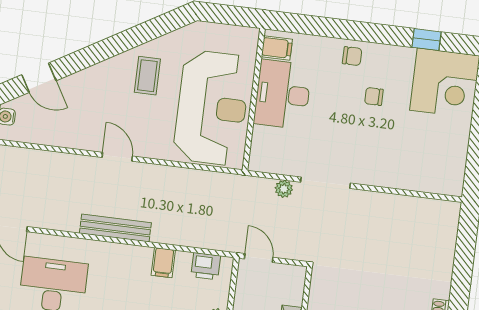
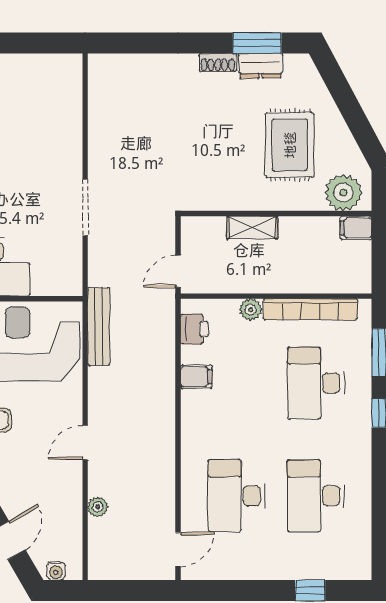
plant: (284, 189) -> (98, 507), moved
bench: (115, 228) -> (99, 326), moved

